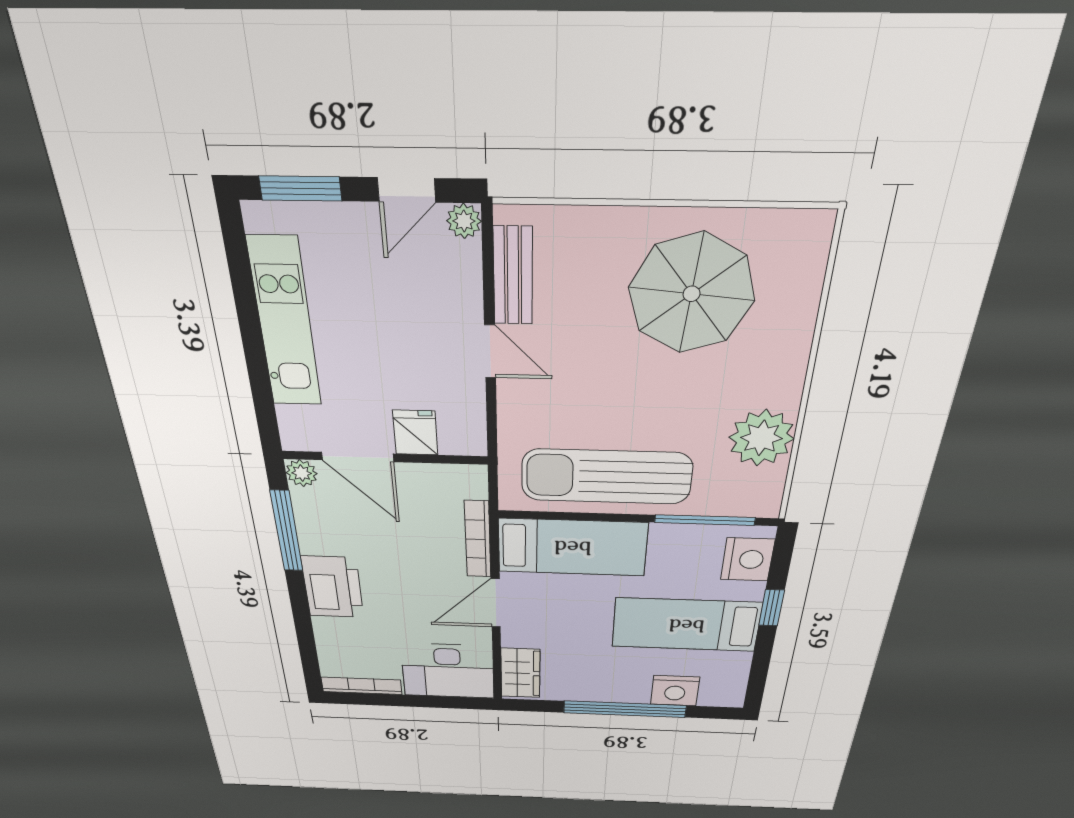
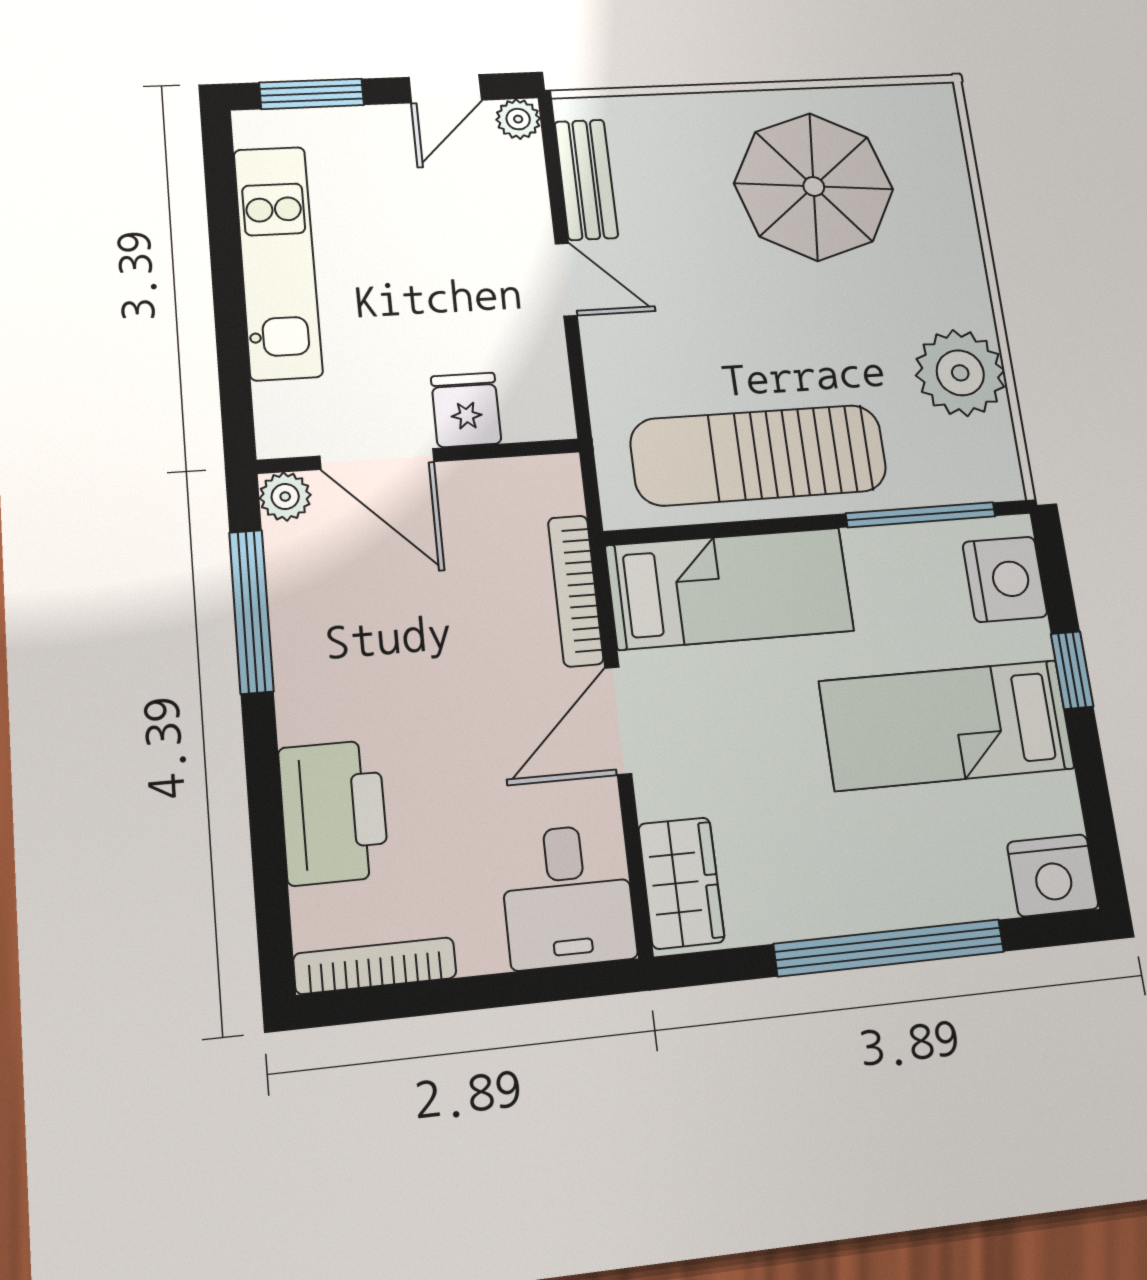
printer: (333, 587) -> (334, 812), moved
desk: (448, 671) -> (568, 896), width x0.73
nightstand: (675, 691) -> (1053, 875), moved

